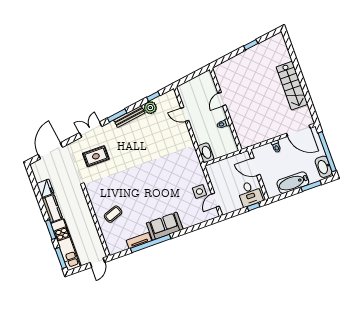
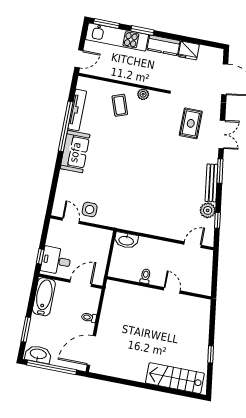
stairs: (292, 86) -> (175, 378), moved
door: (185, 114) -> (193, 245), moved
bathtub: (293, 183) -> (44, 297), moved
plant: (95, 202) -> (143, 94), added
tv unit: (139, 241) -> (77, 110), width x1.41
door: (97, 263) -> (79, 59), swing flipped

